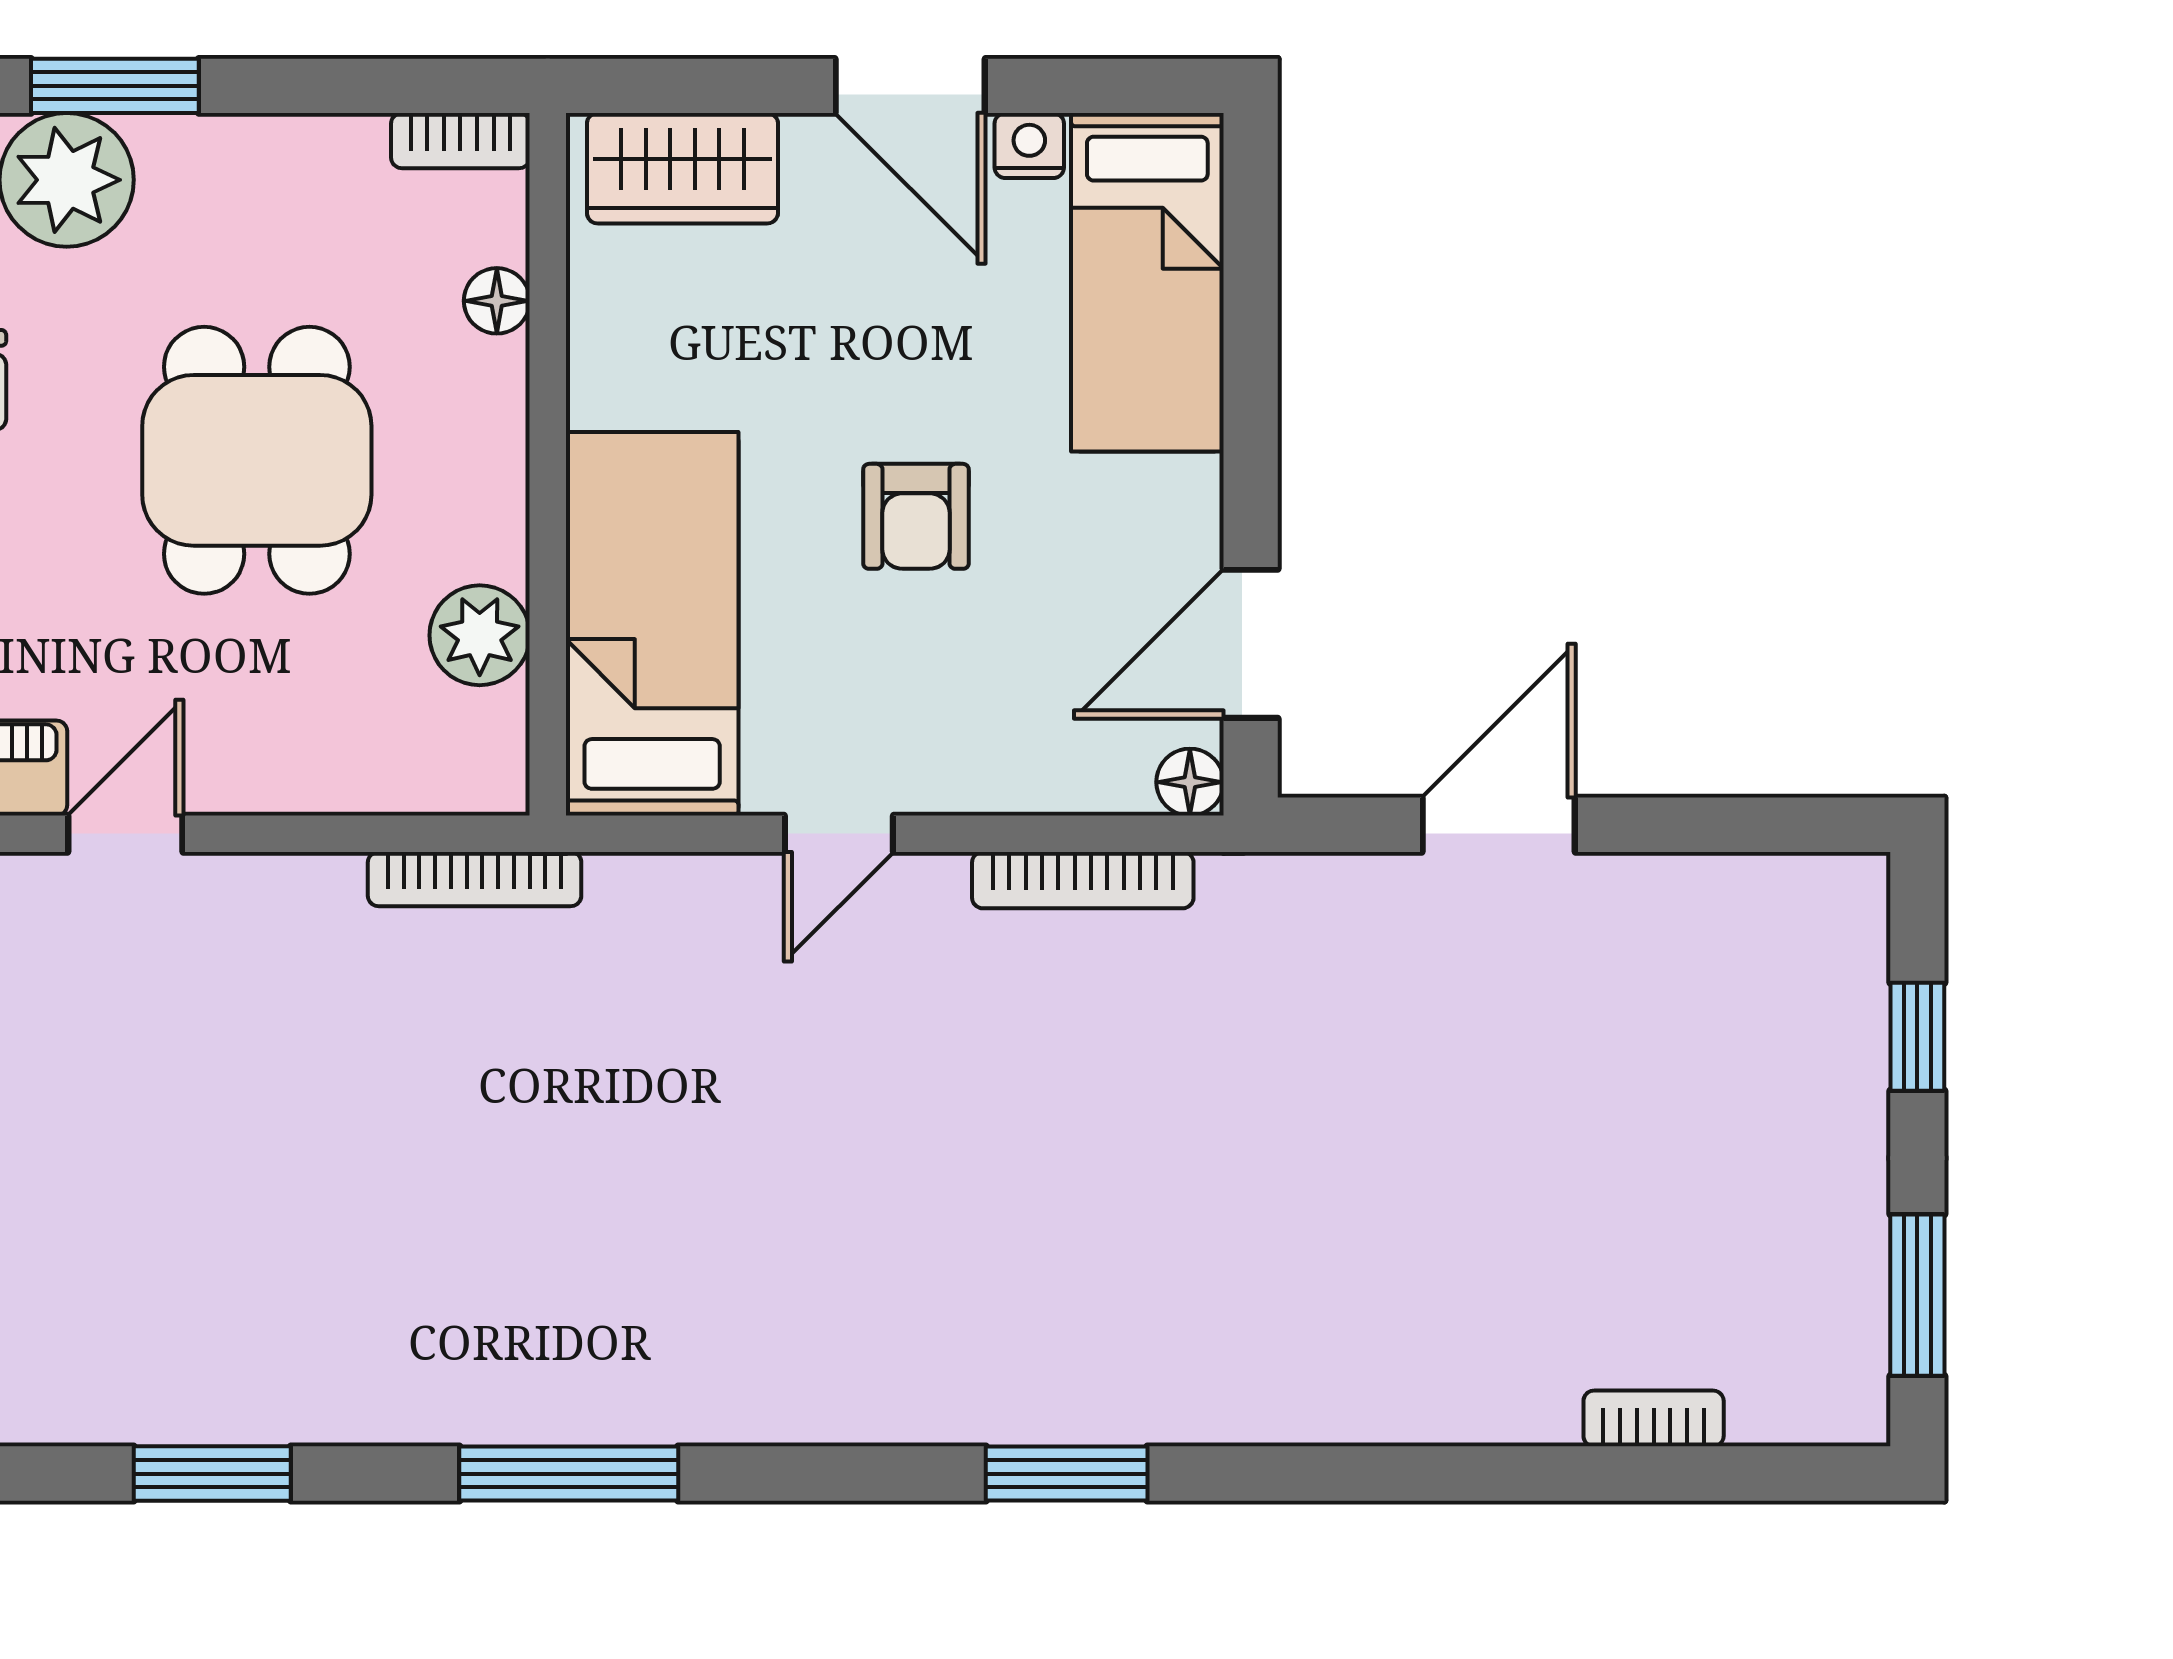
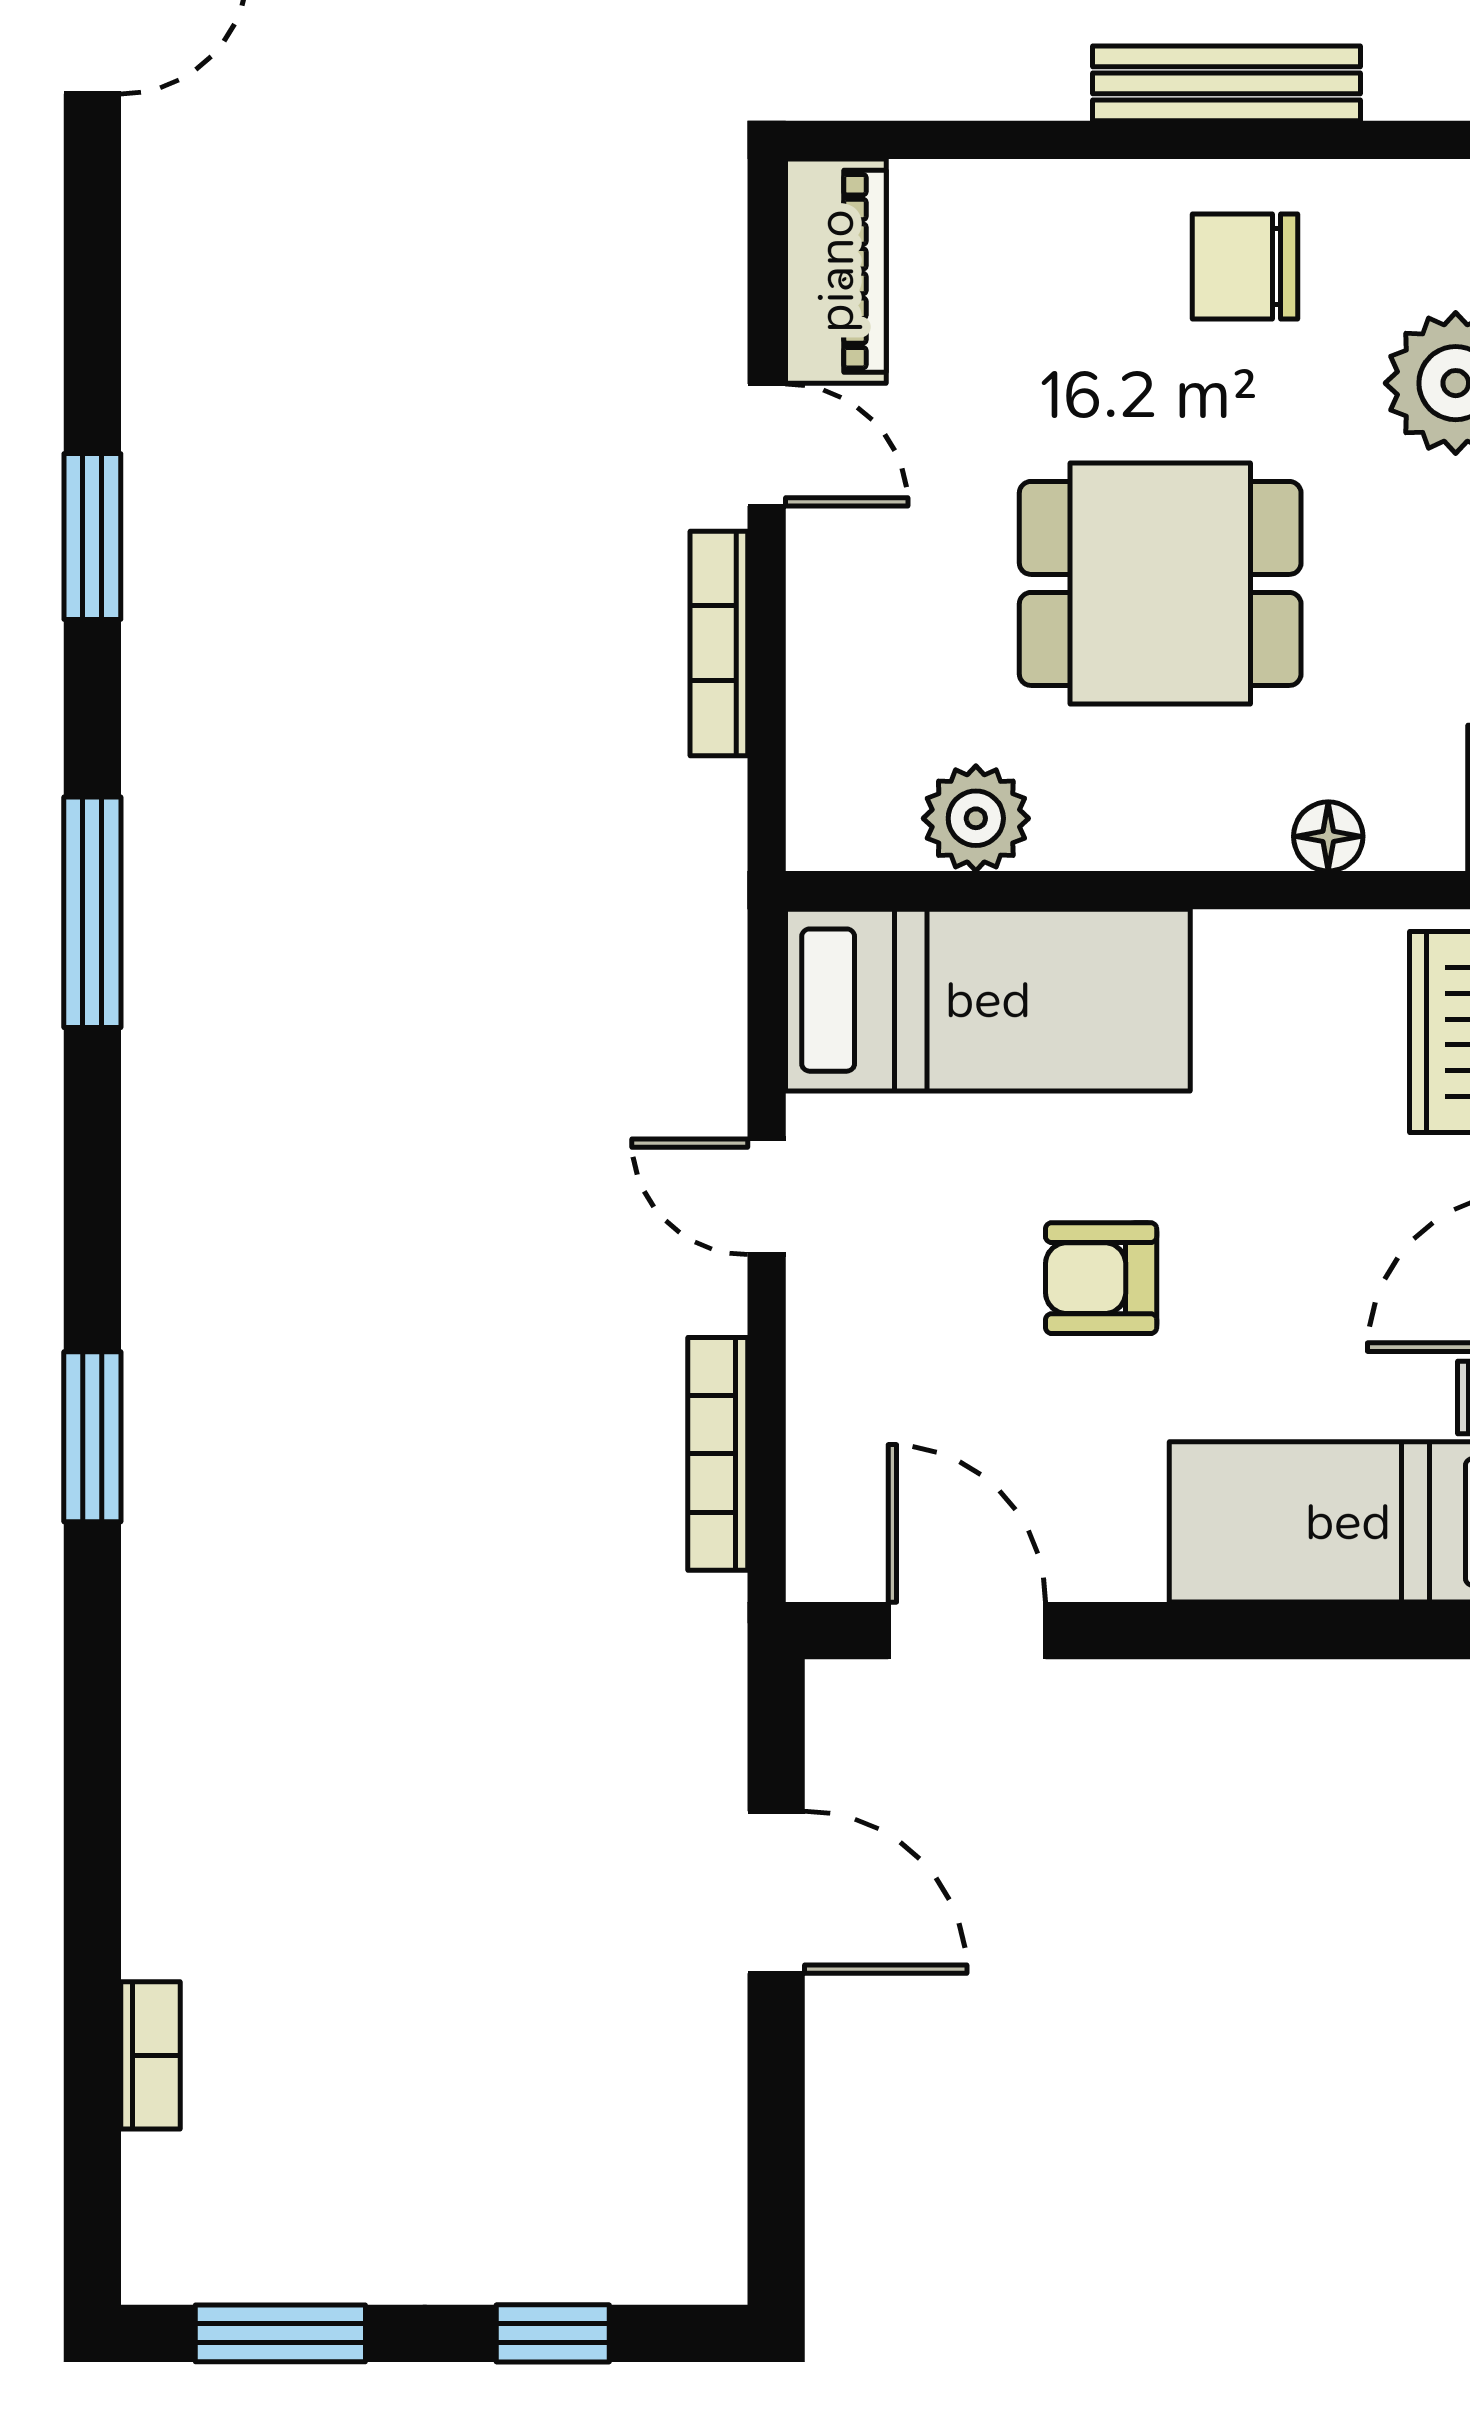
floor lamp: (1190, 782) -> (821, 1567), removed
bookcase: (475, 879) -> (719, 643), moved

